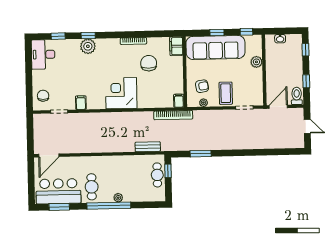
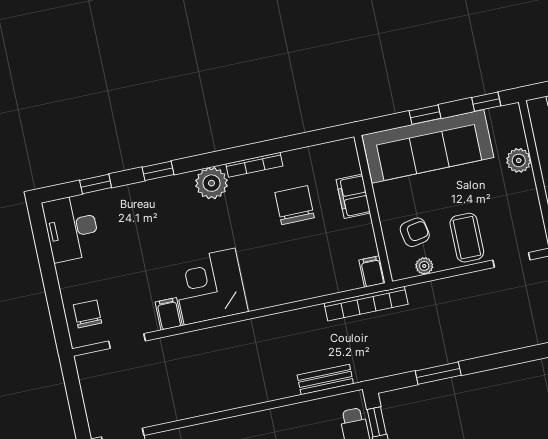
plant: (88, 46) -> (212, 183), moved
filing cabinet: (176, 46) -> (353, 196), moved
corner desk: (121, 93) -> (210, 287), moved

